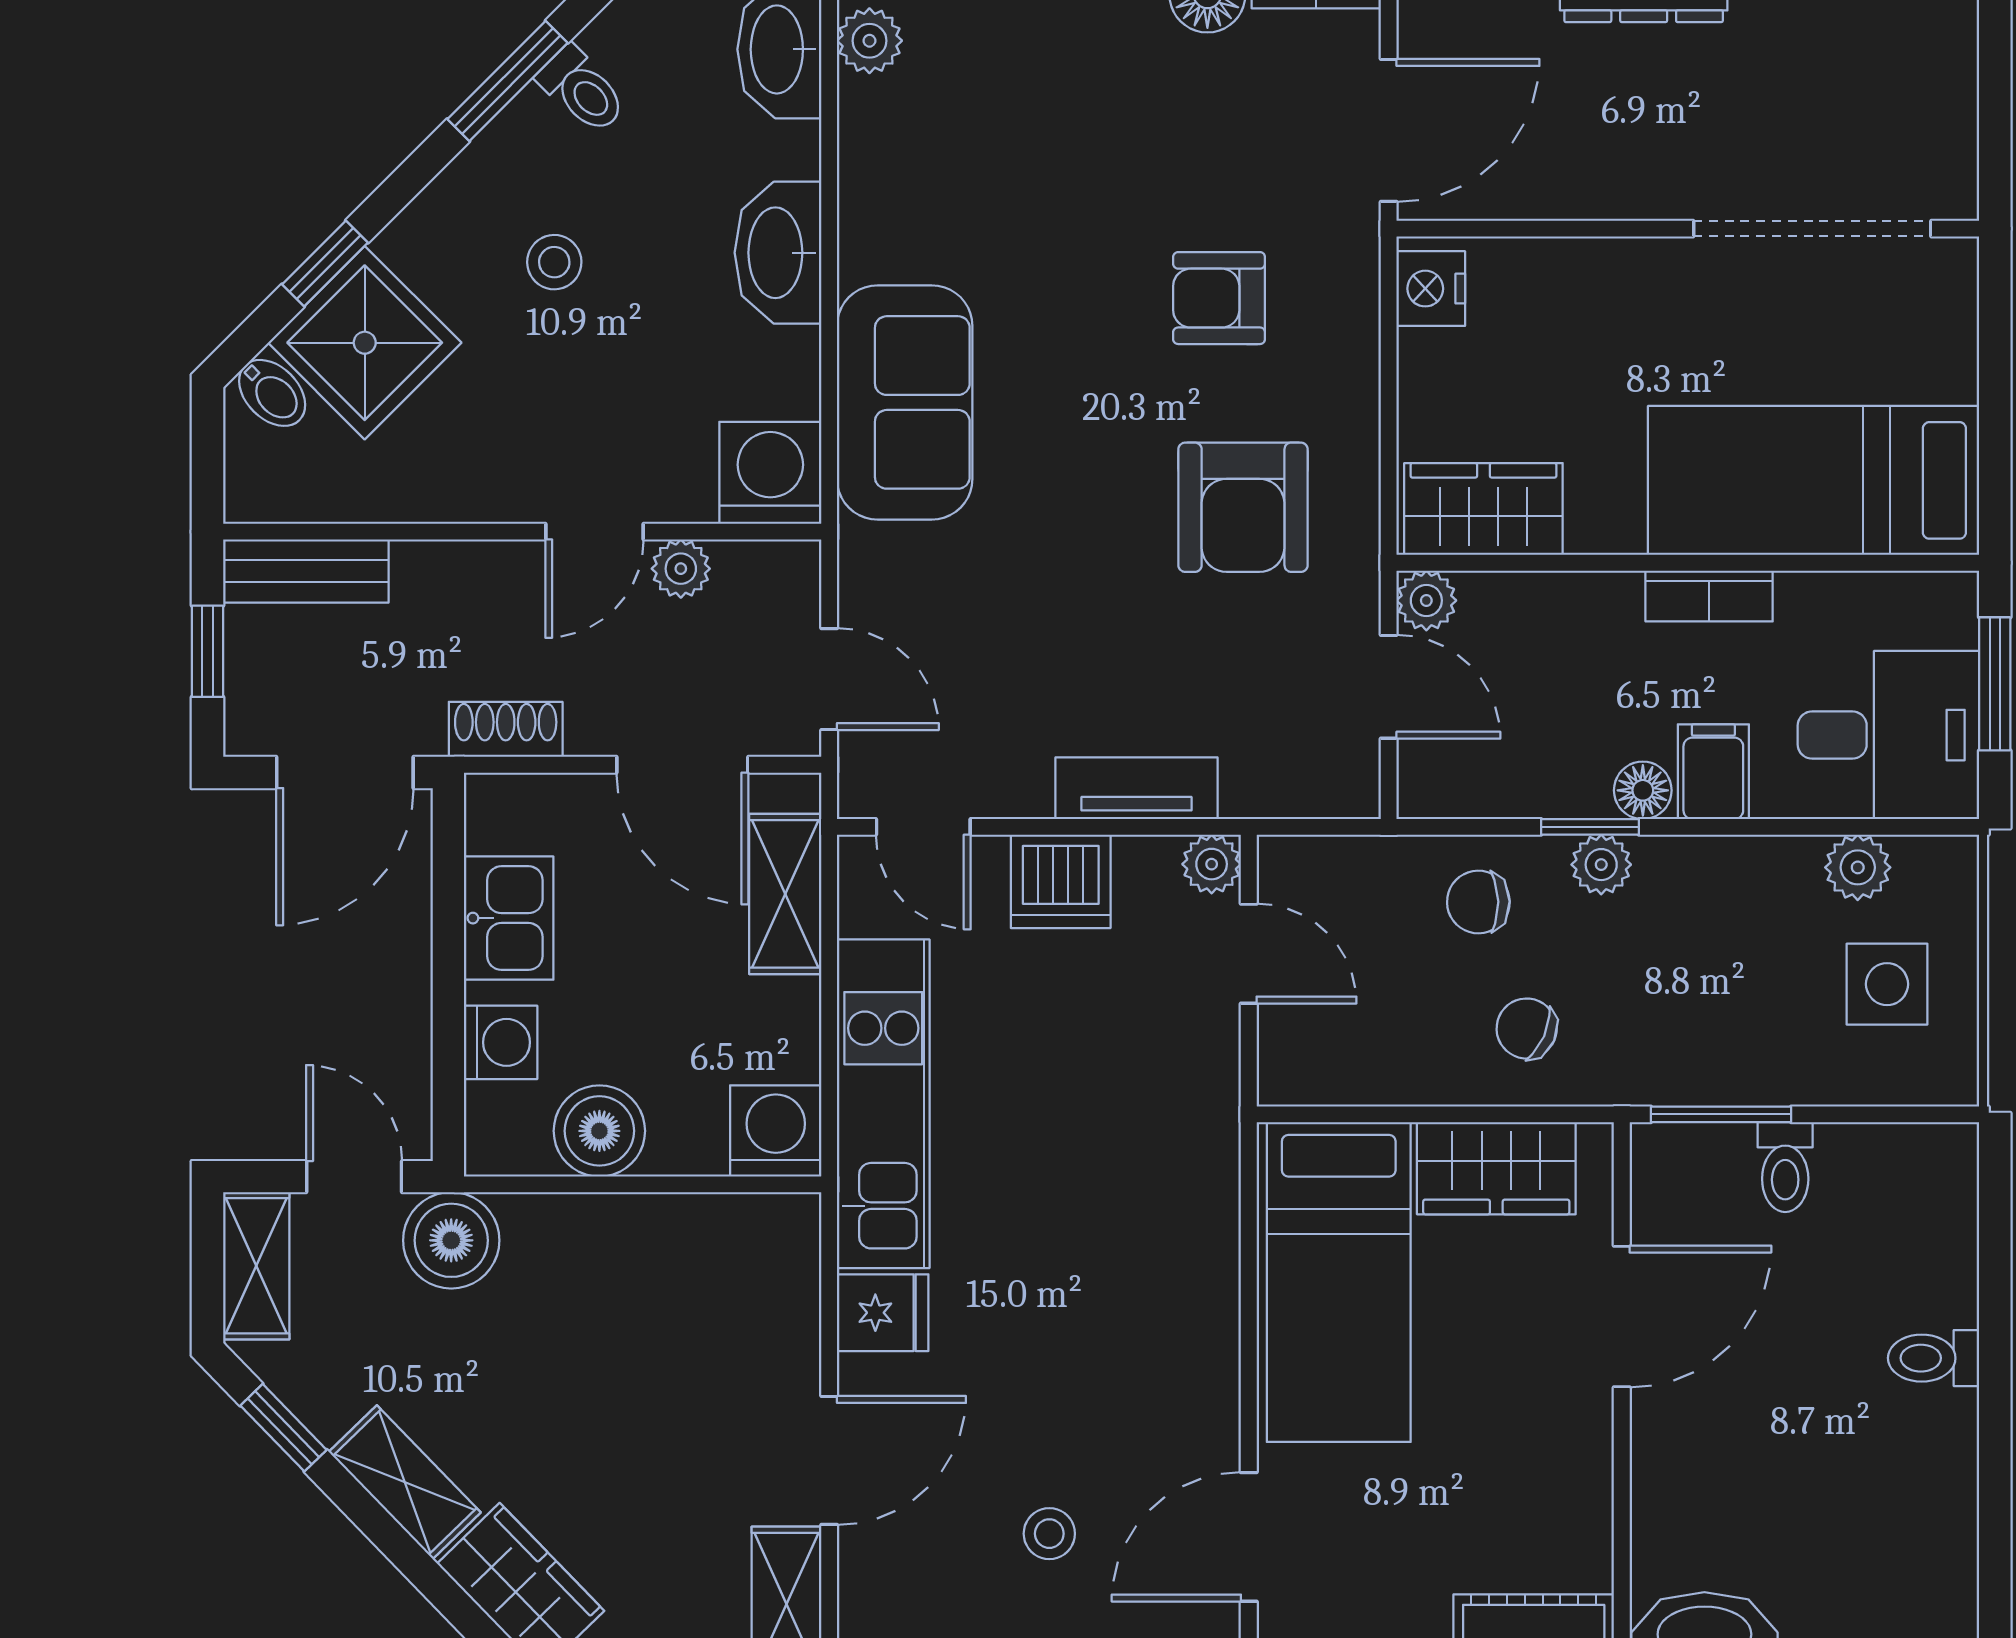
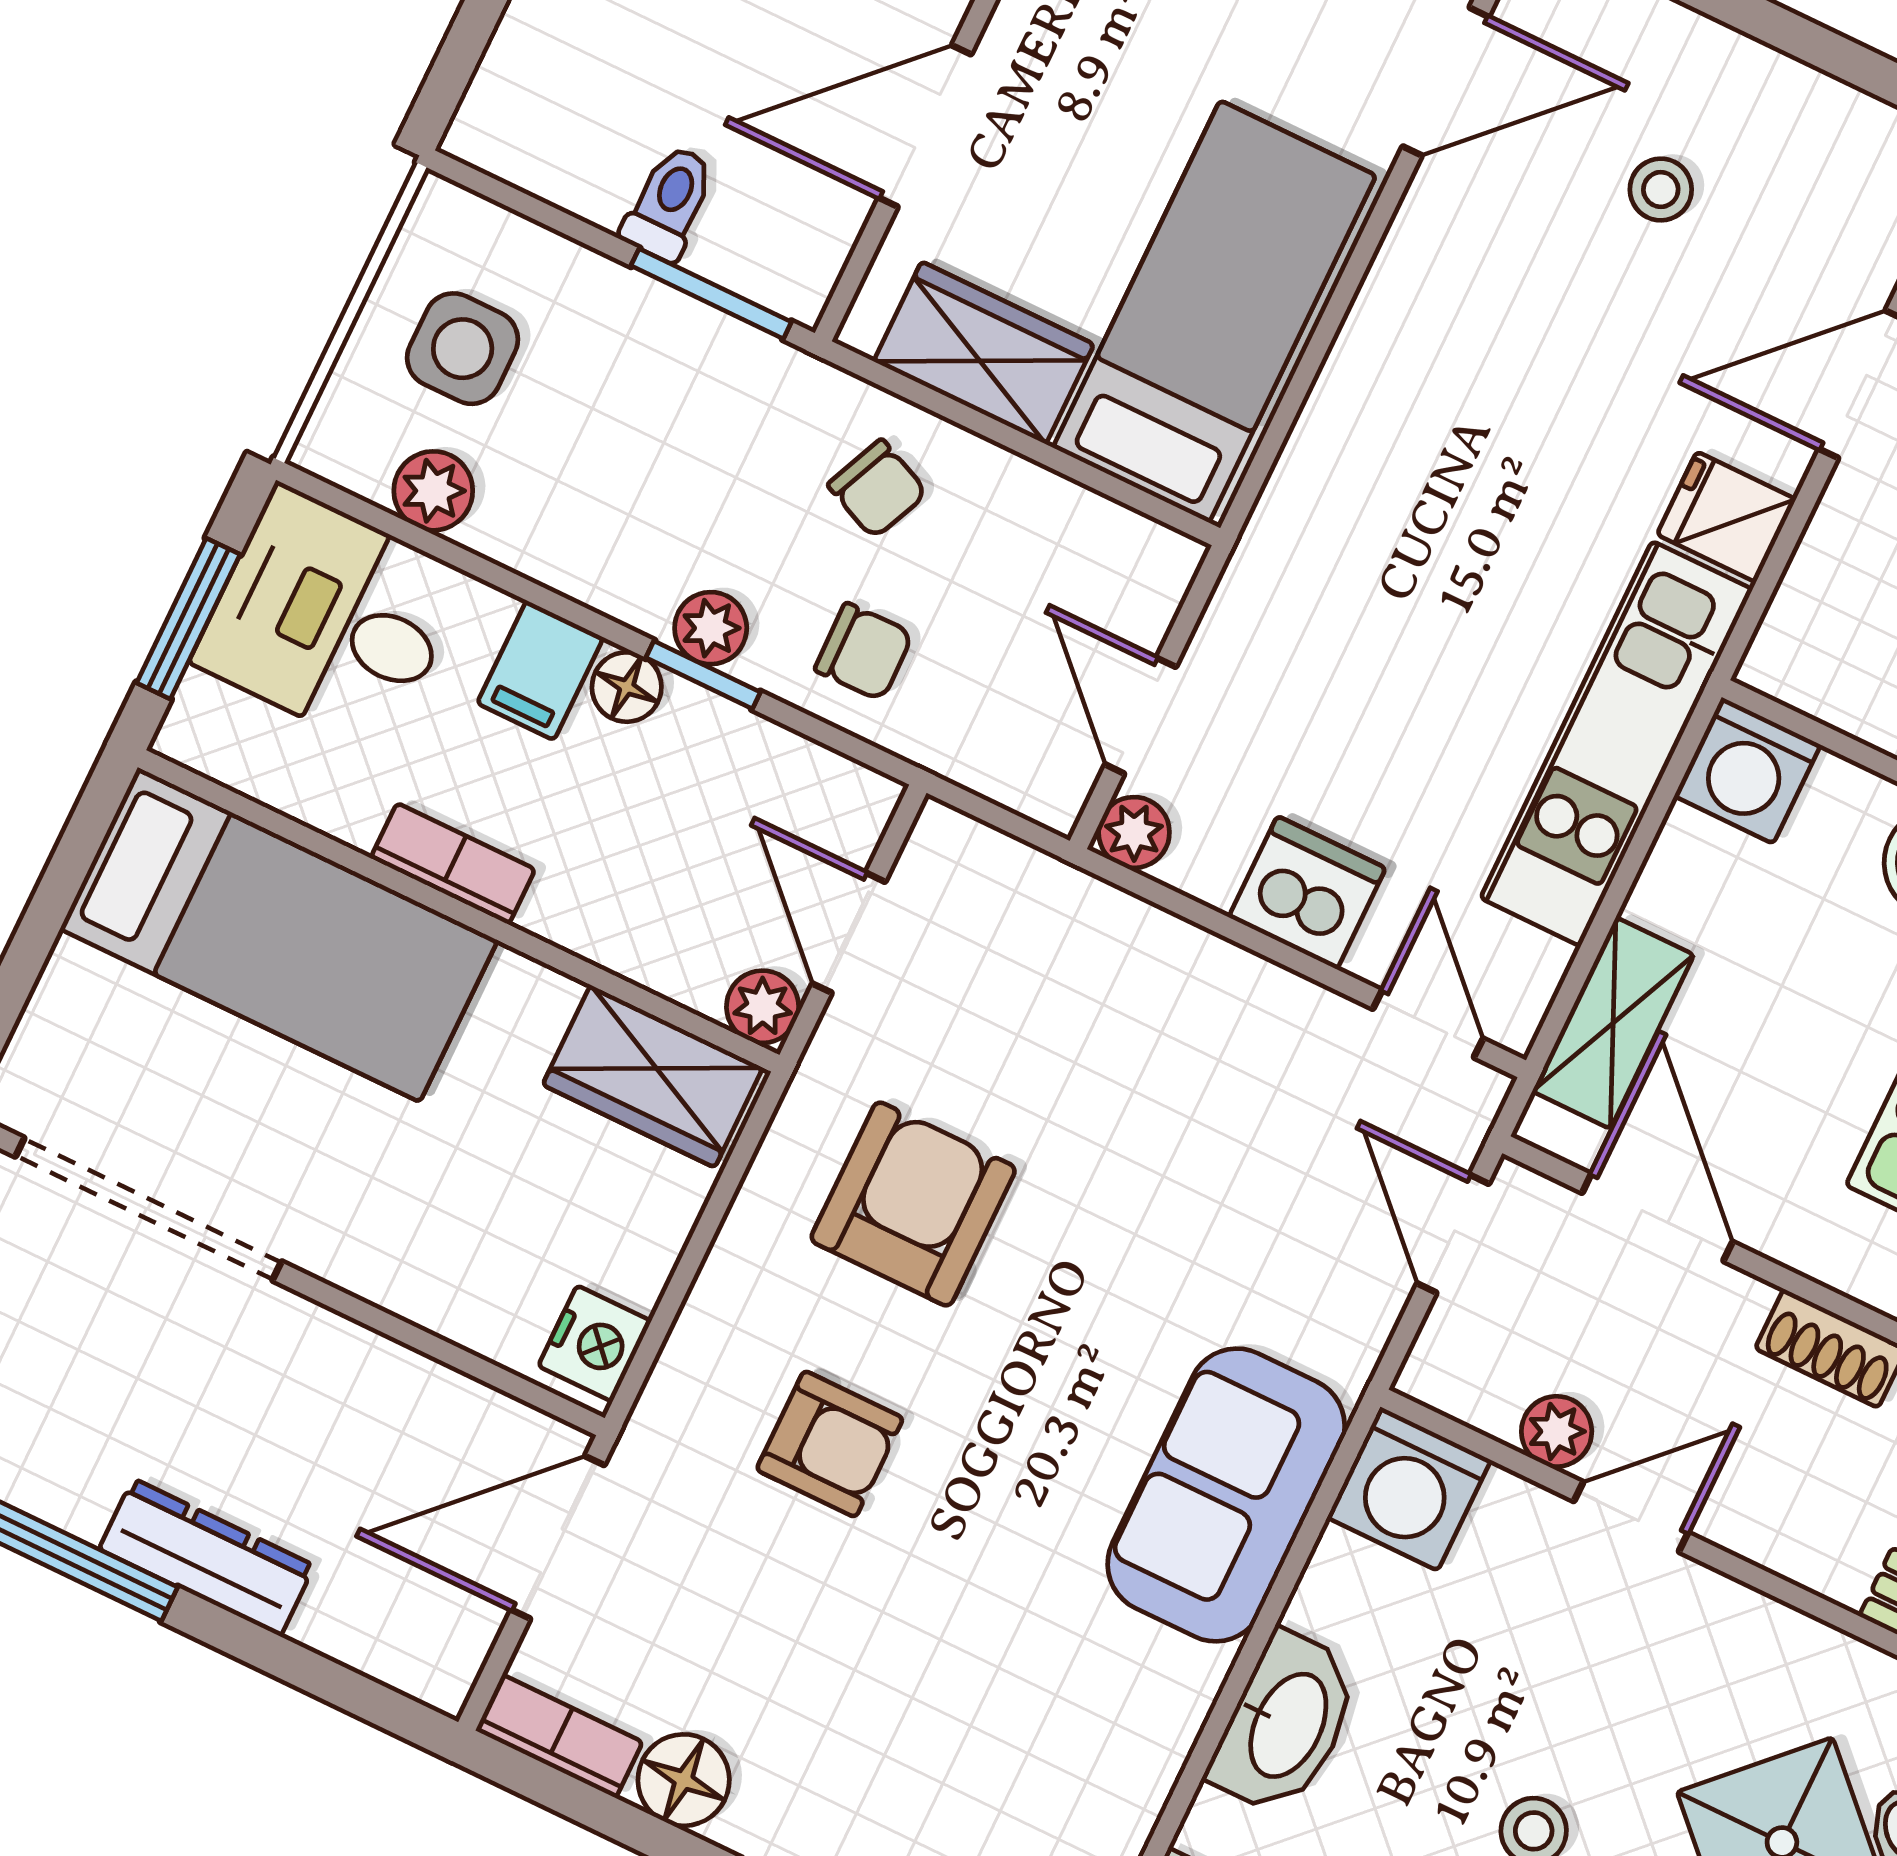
tv unit: (1136, 788) -> (1176, 954), removed

